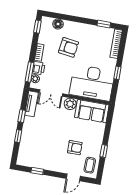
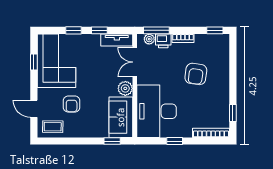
floor lamp: (58, 24) -> (223, 56), removed
window: (104, 151) -> (112, 141), moved
corner sofa: (39, 153) -> (56, 61), added

